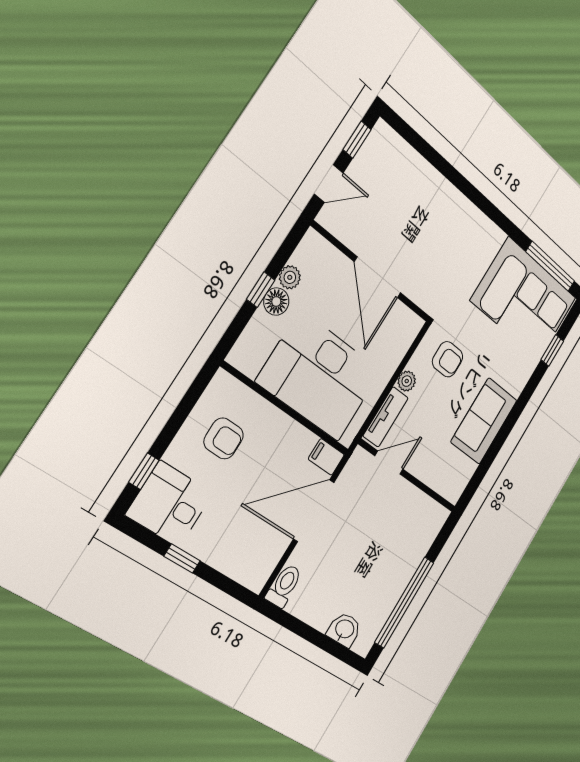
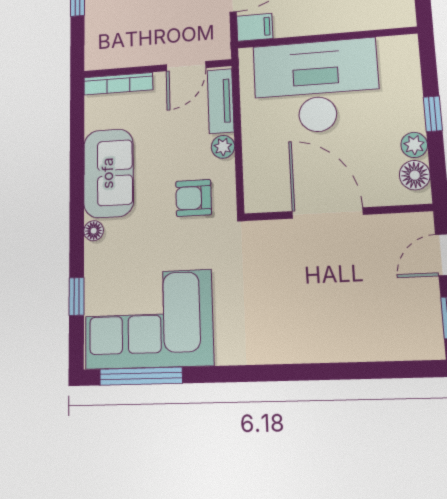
floor lamp: (276, 302) -> (415, 175), moved
floor lamp: (517, 387) -> (94, 231), added
bookcase: (438, 484) -> (118, 84), added

